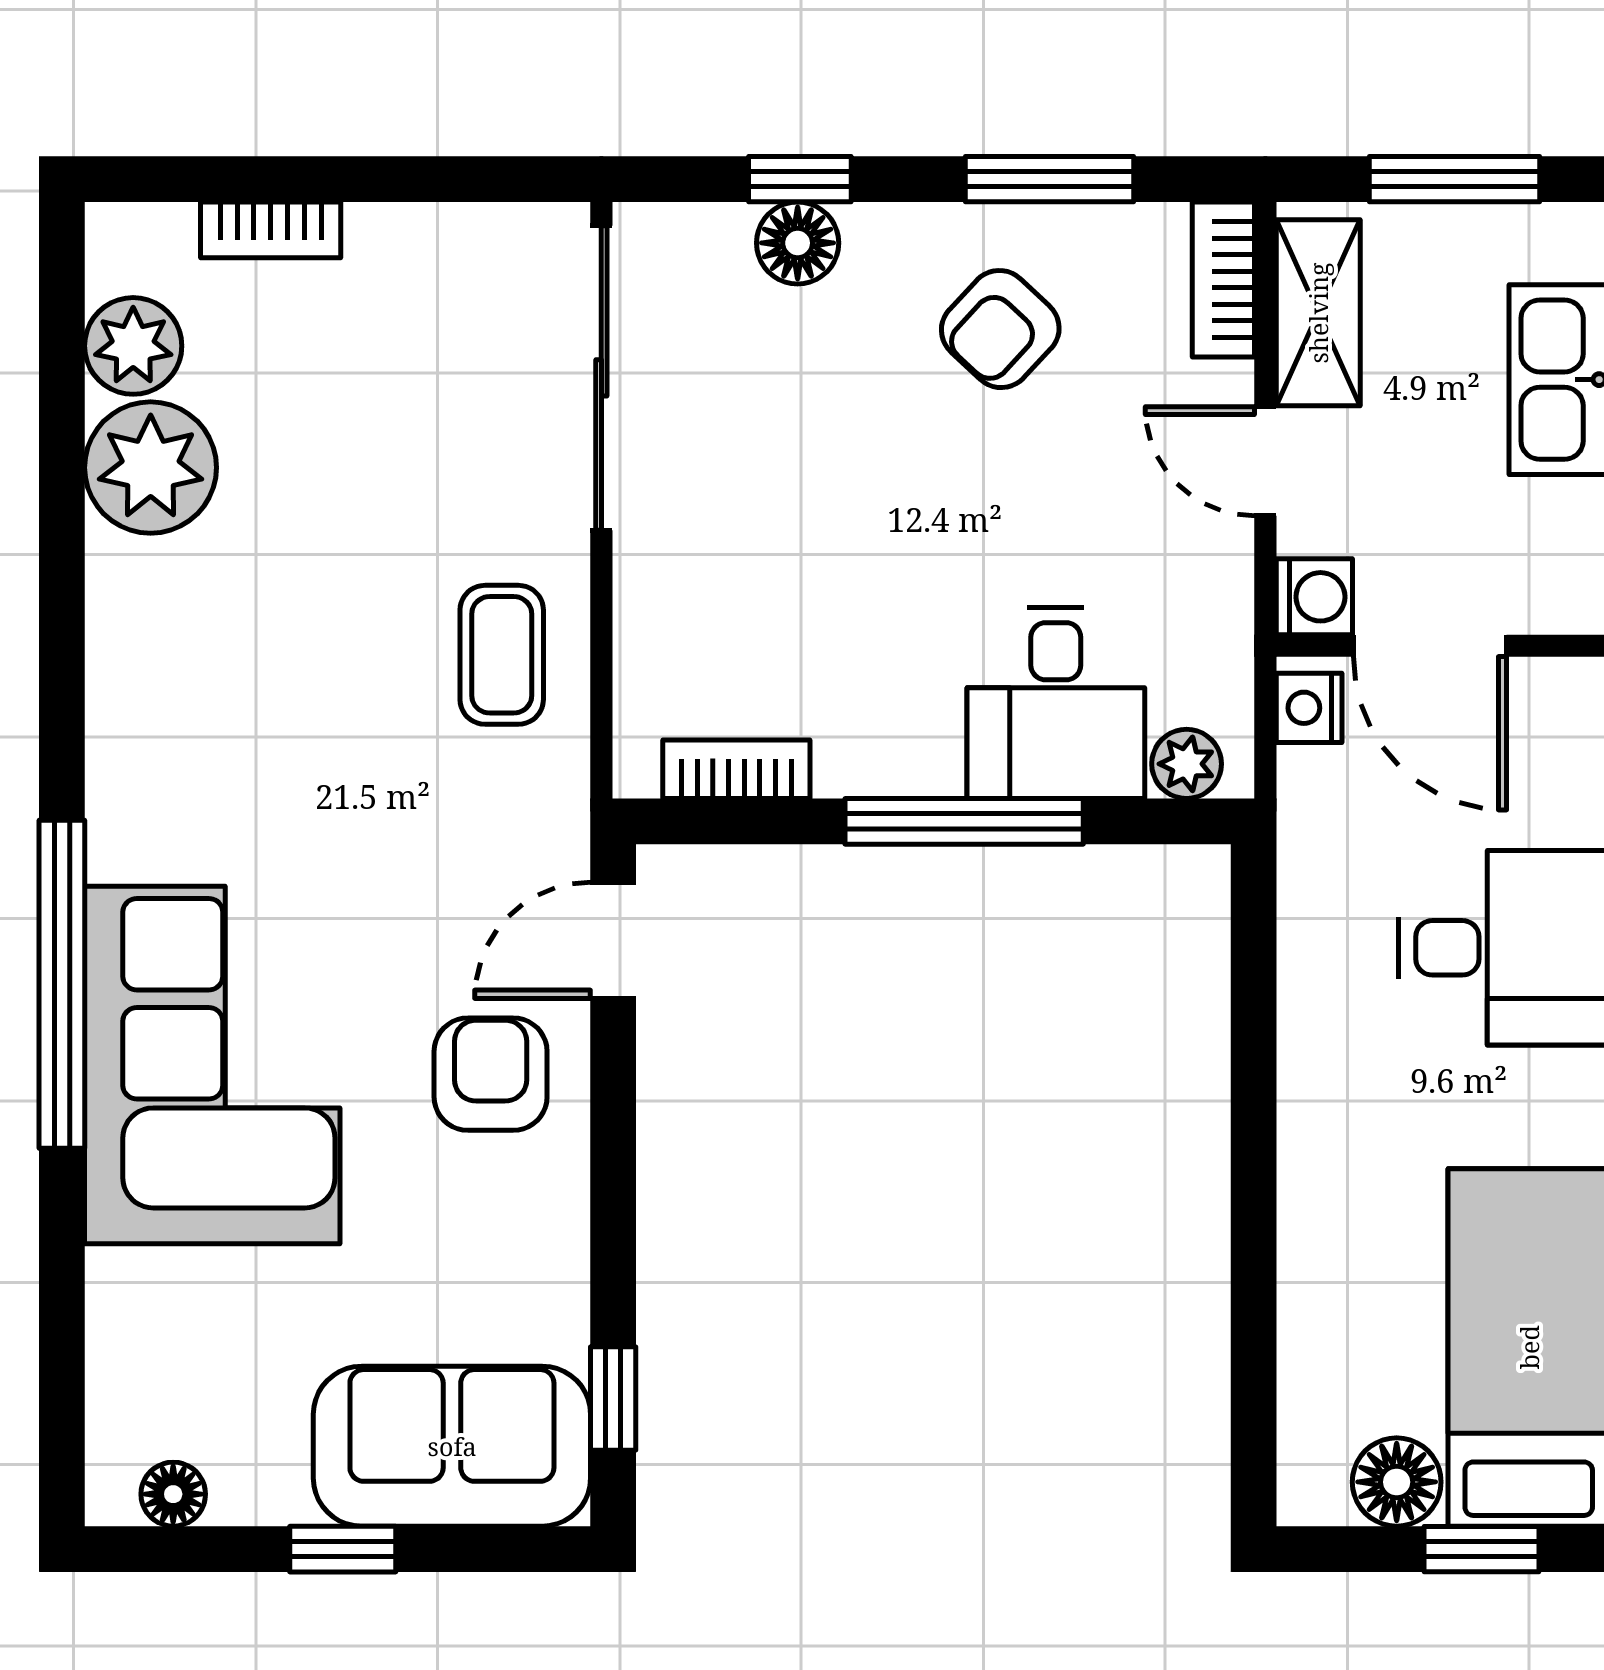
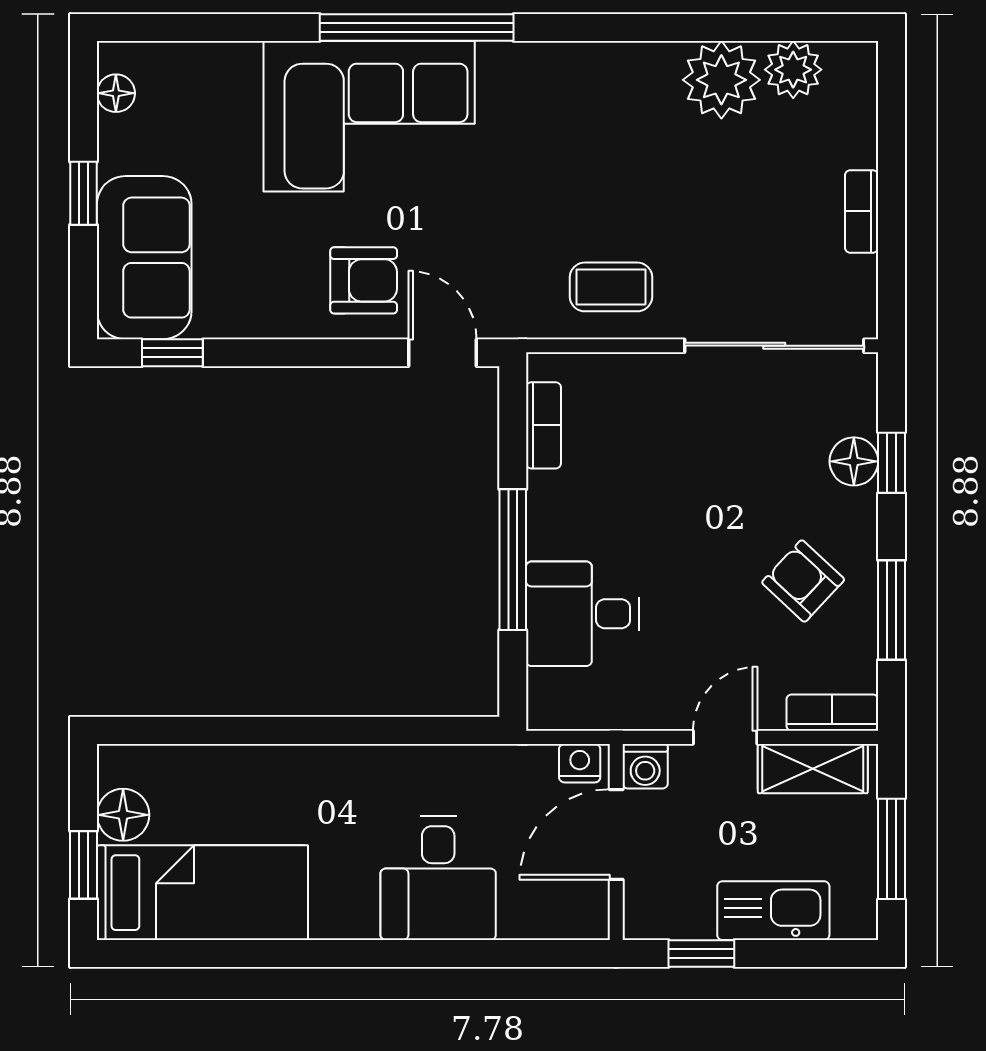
bookcase: (271, 230) -> (862, 211), moved
plant: (1187, 764) -> (547, 691), removed

